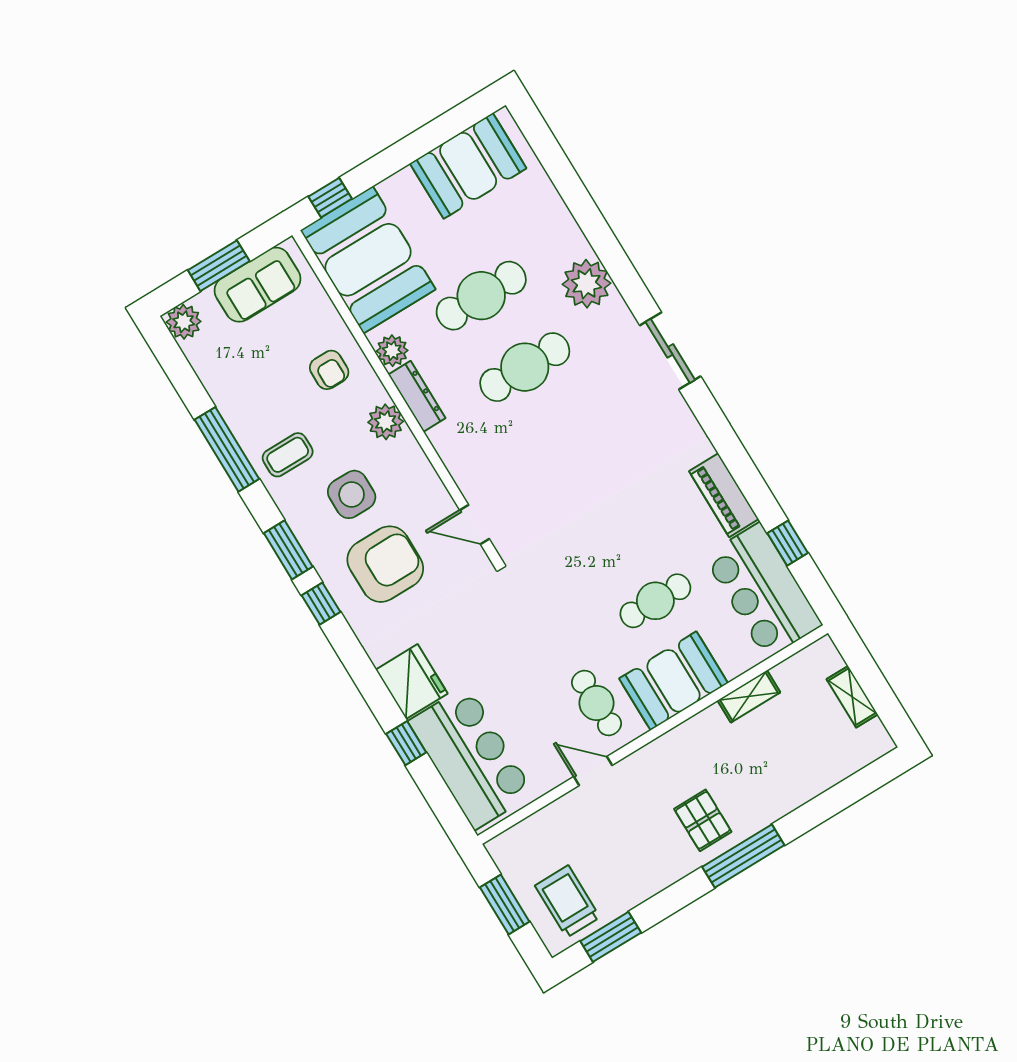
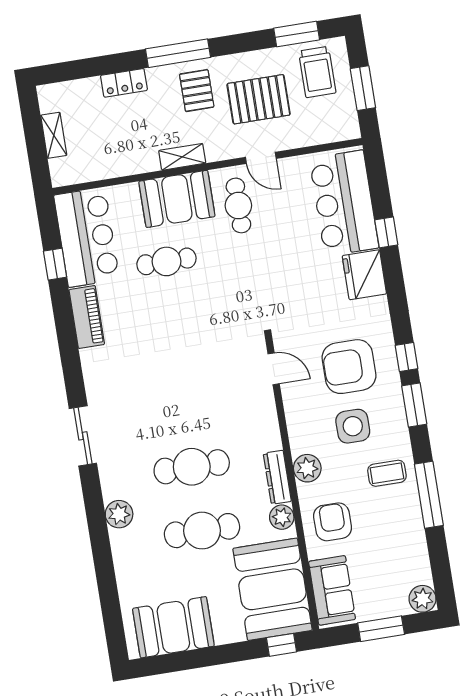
plant: (587, 284) -> (119, 514), width x0.73, depth x0.73
sofa: (257, 285) -> (332, 590), moved, turned 90
armchair: (329, 370) -> (333, 522), width x1.38, depth x1.38
shelving: (749, 696) -> (182, 157), moved
locker: (794, 794) -> (124, 83), added
pallet: (624, 840) -> (259, 99), added

